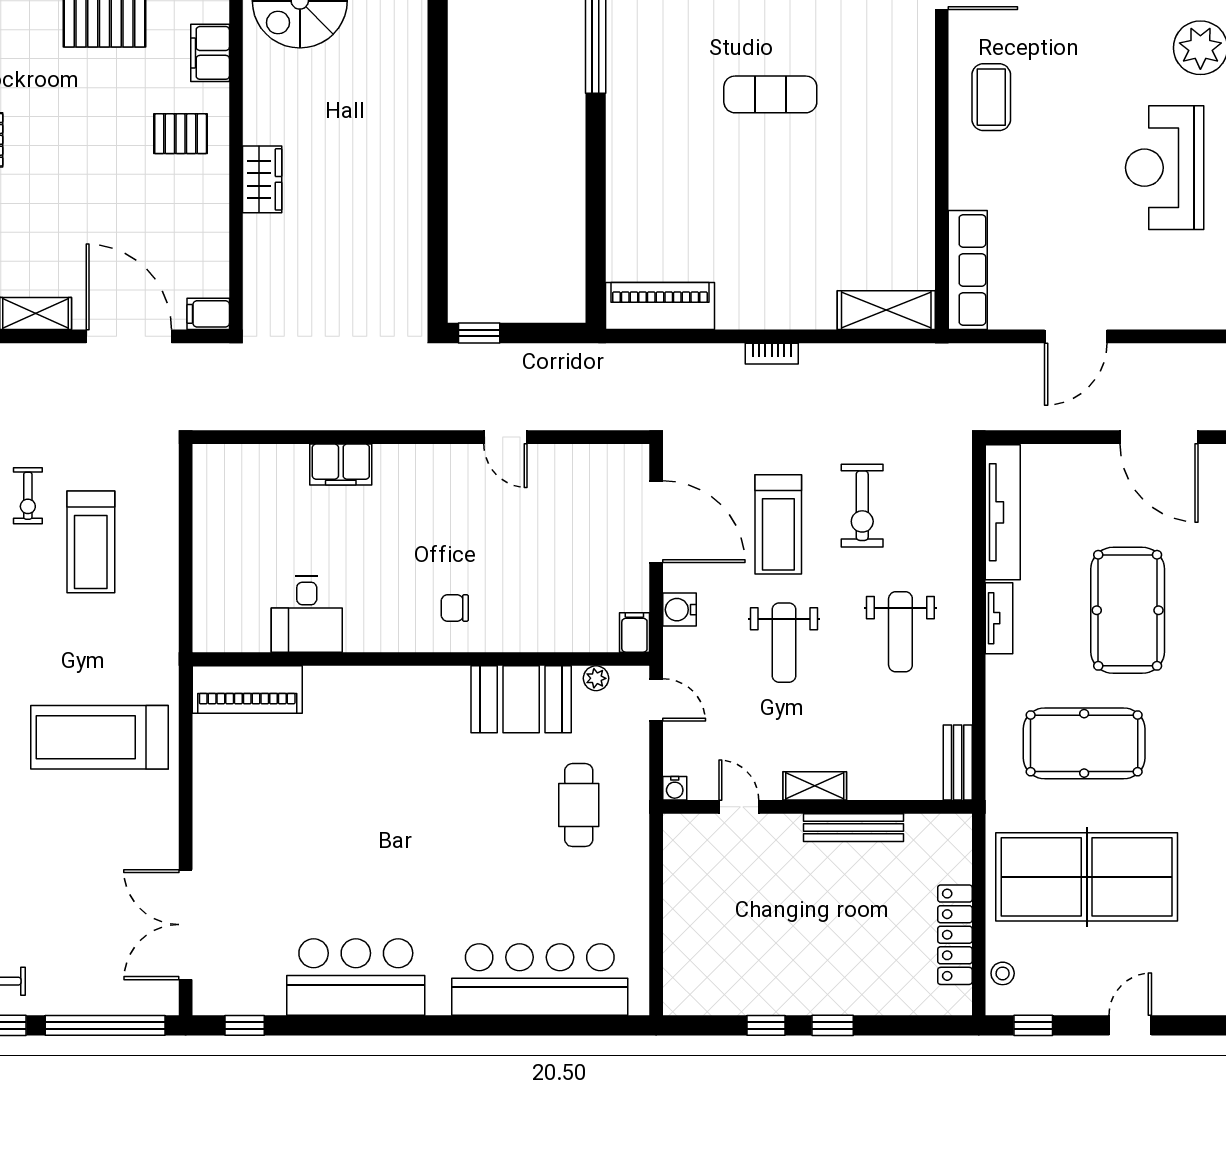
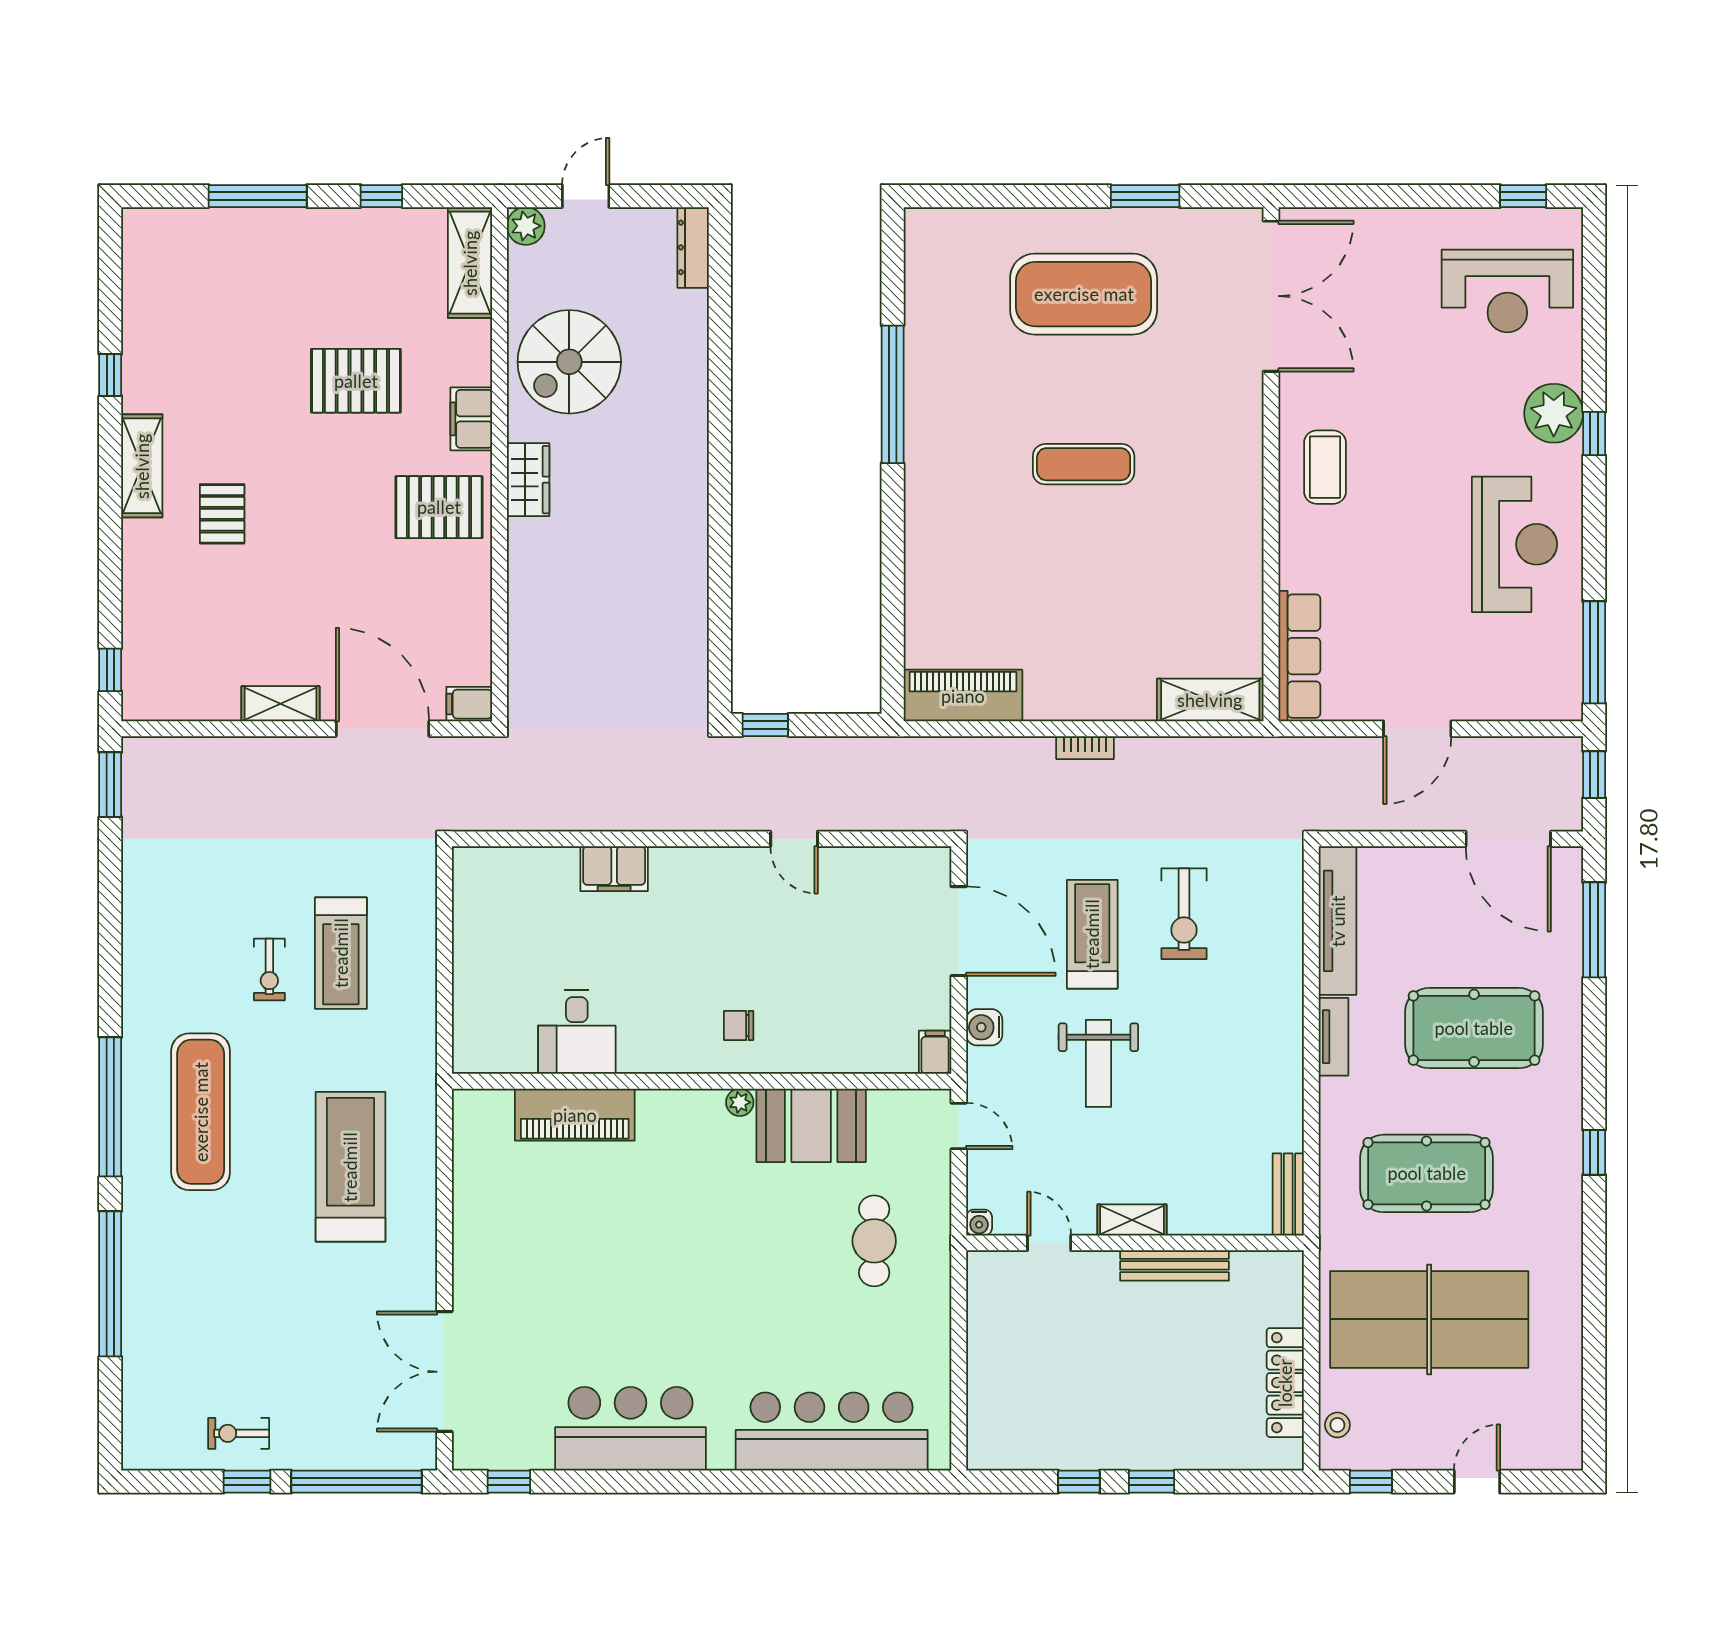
pallet: (181, 134) -> (439, 507), width x1.50, depth x1.42
reception desk: (1165, 168) -> (1514, 544), turned 180
wardrobe: (262, 179) -> (528, 480), moved
exercise bike: (28, 496) -> (269, 970), moved
treadmill: (778, 524) -> (1092, 934), turned 180
pool table: (1128, 610) -> (1474, 1028), turned 90
weight bench: (900, 632) -> (1226, 1052), removed
plant: (596, 678) -> (740, 1102), moved
piano: (247, 690) -> (575, 1115), moved
treadmill: (100, 737) -> (350, 1167), turned 90

